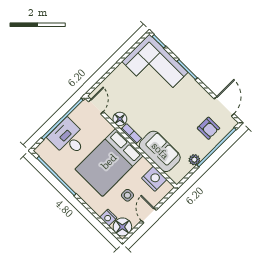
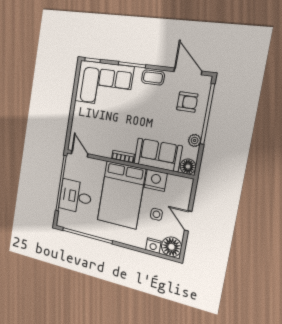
coffee table: (196, 91) -> (153, 77), added
floor lamp: (120, 119) -> (188, 167), moved
nightstand: (154, 179) -> (156, 180), moved

